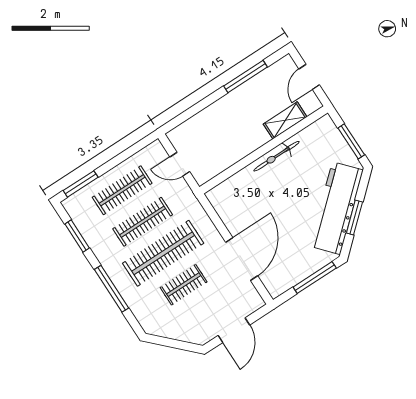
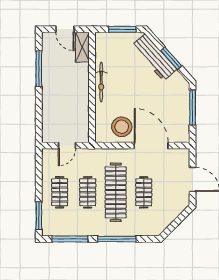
shelving: (285, 120) -> (82, 47), moved
clothes rail: (122, 190) -> (60, 192), width x0.73
workbench: (336, 208) -> (154, 57), width x0.73, depth x0.76
stool: (241, 212) -> (122, 127), added
clothes rail: (143, 222) -> (88, 192), width x0.73
window: (77, 236) -> (70, 239), width x1.44

